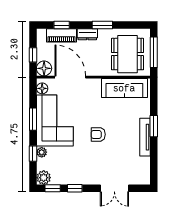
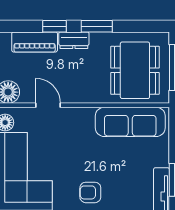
window: (62, 25) -> (54, 26), moved
door: (70, 77) -> (48, 105), width x0.53

